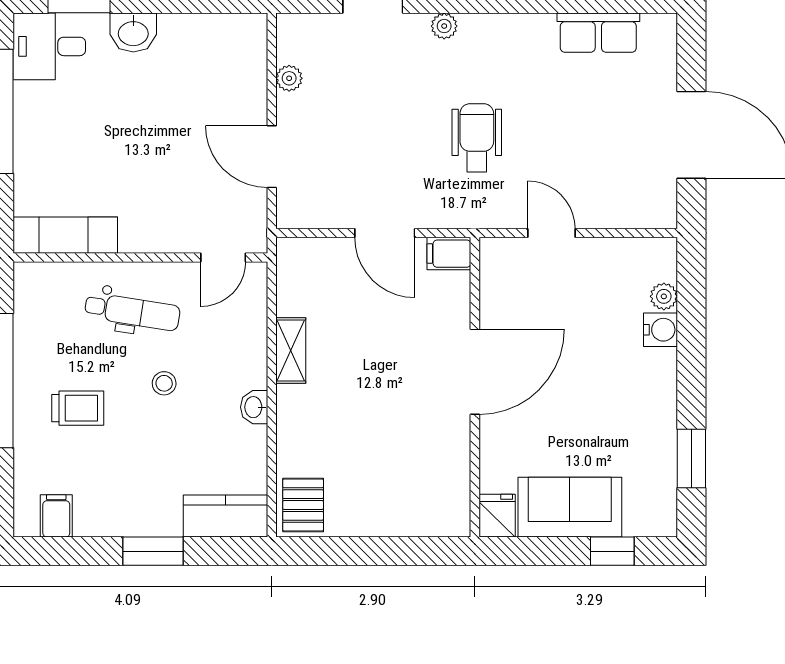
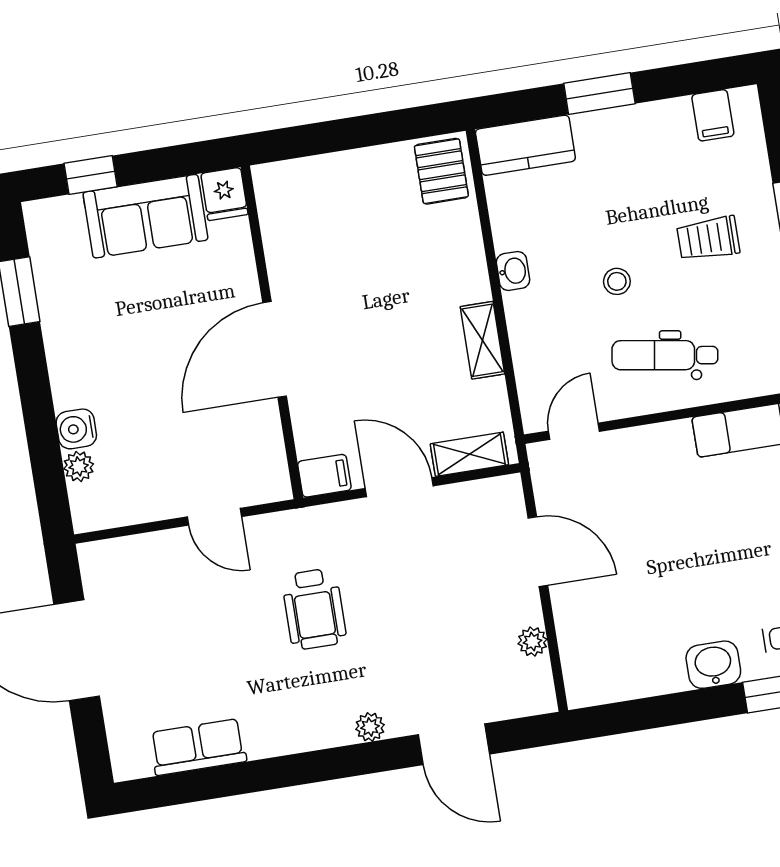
shelving: (318, 252) -> (469, 454), added

